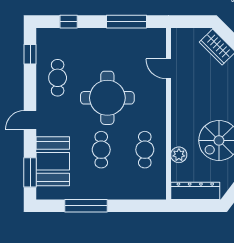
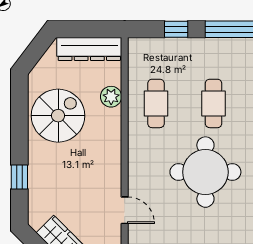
window: (130, 206) -> (176, 29), added

